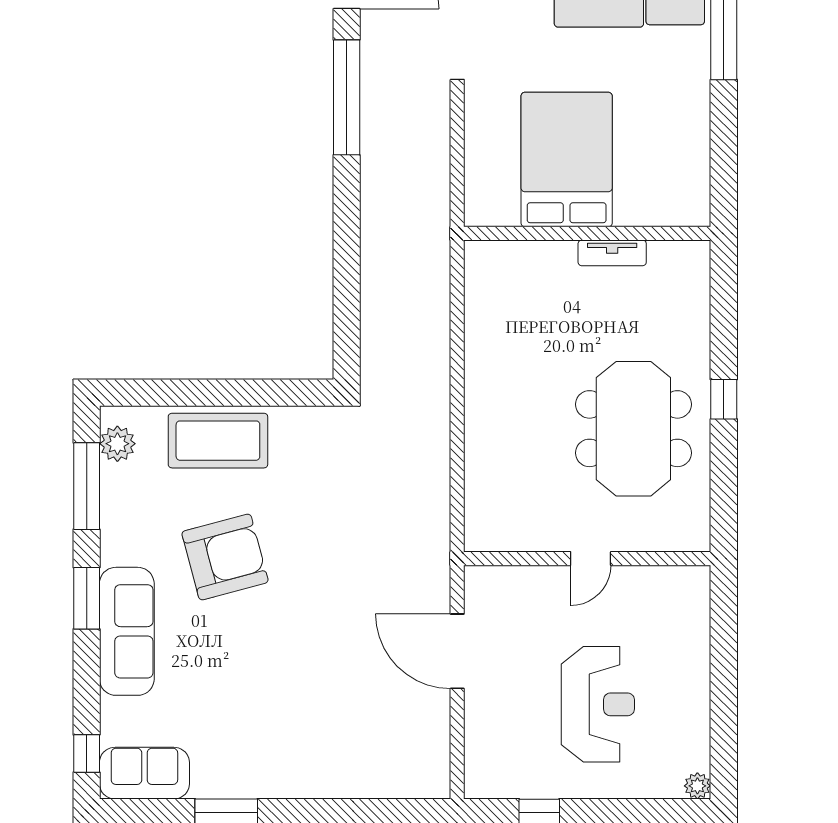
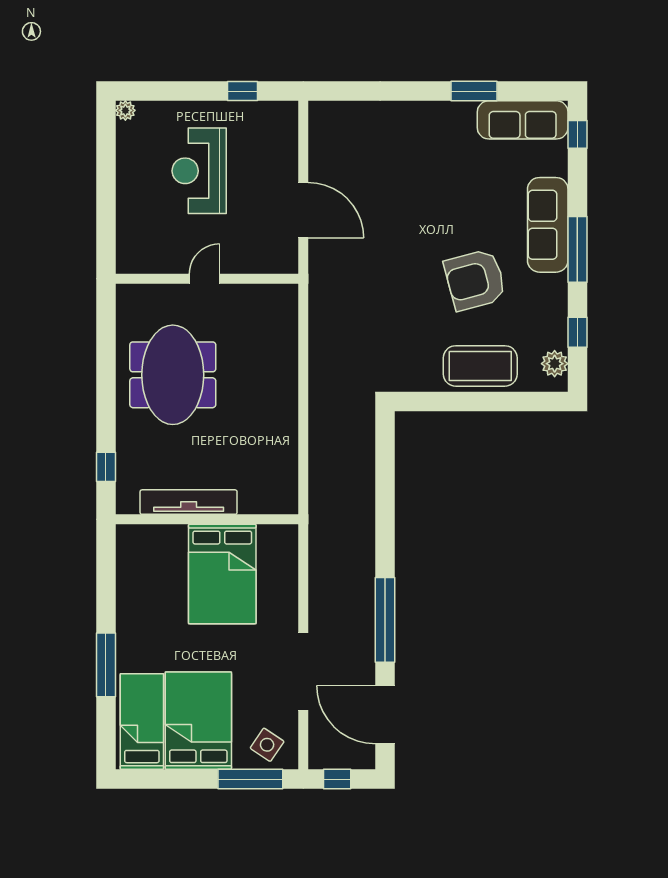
tv unit: (612, 253) -> (189, 502), width x1.92, depth x1.29
window: (724, 399) -> (106, 467), moved
window: (87, 486) -> (577, 332), width x0.46
window: (87, 598) -> (577, 249), width x1.44
sofa: (144, 773) -> (523, 120), width x1.36

